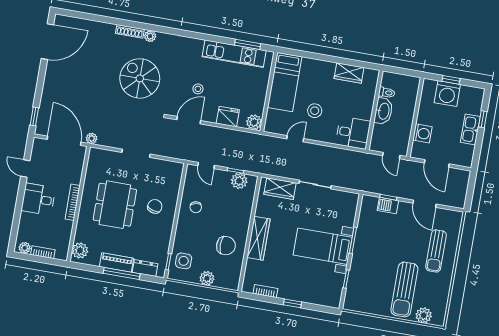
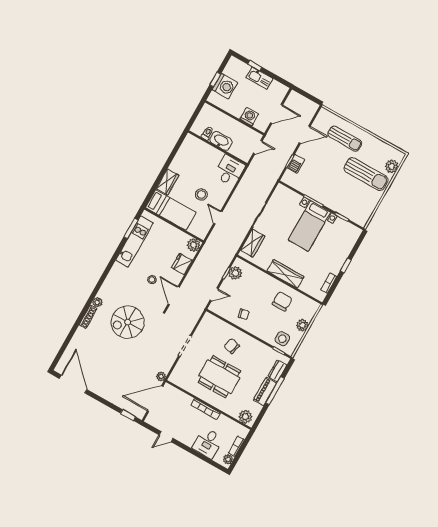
wardrobe: (349, 73) -> (168, 182), moved
desk: (38, 199) -> (208, 443), moved

